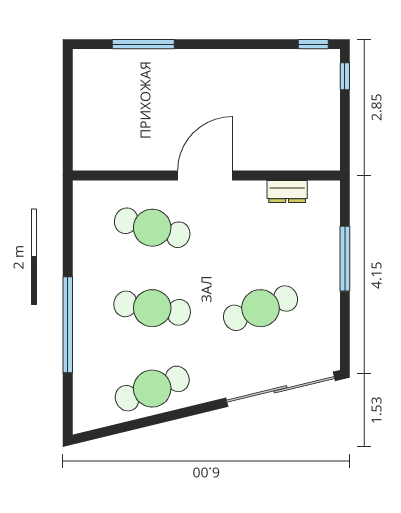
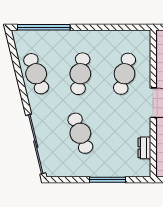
window: (68, 325) -> (44, 27), moved

